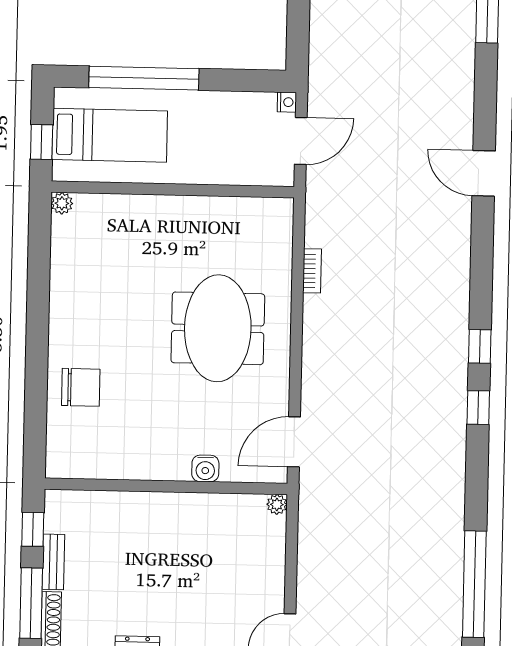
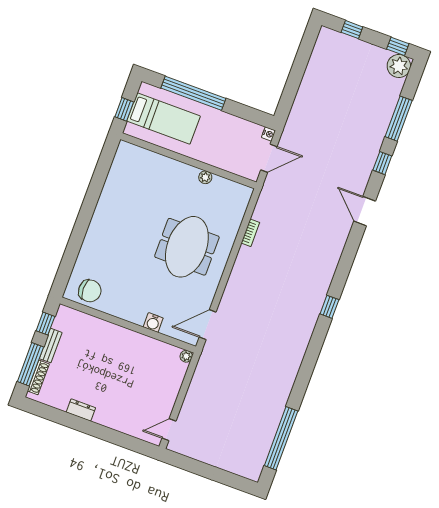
plant: (62, 203) -> (205, 177), moved
chair: (81, 387) -> (90, 291), moved
window: (478, 408) -> (382, 163), moved

